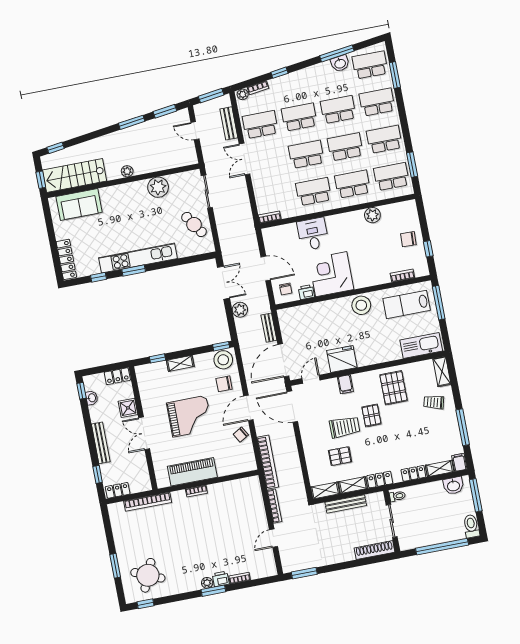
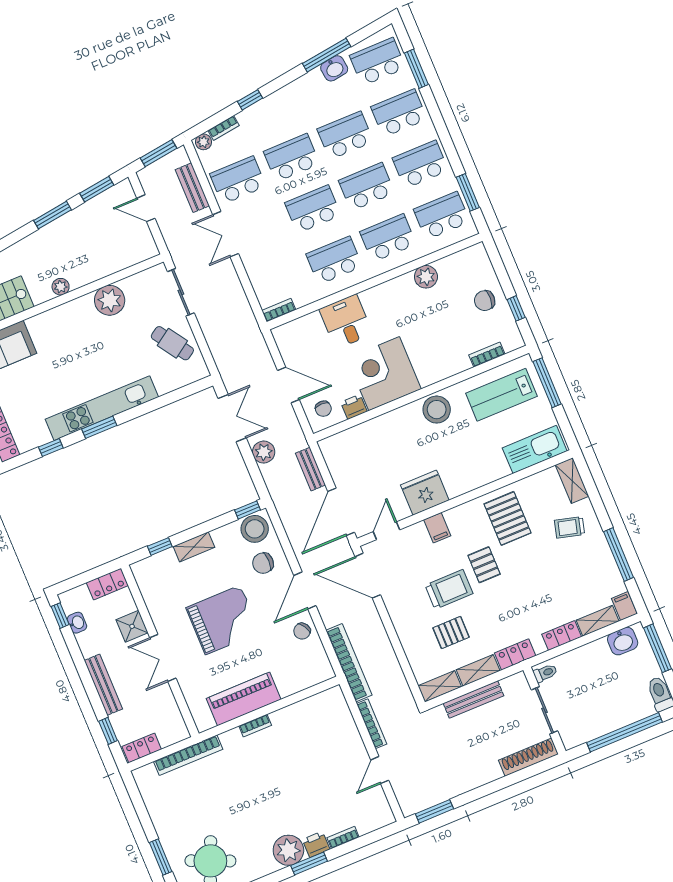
plant: (207, 583) -> (288, 850), width x1.88, depth x1.88

